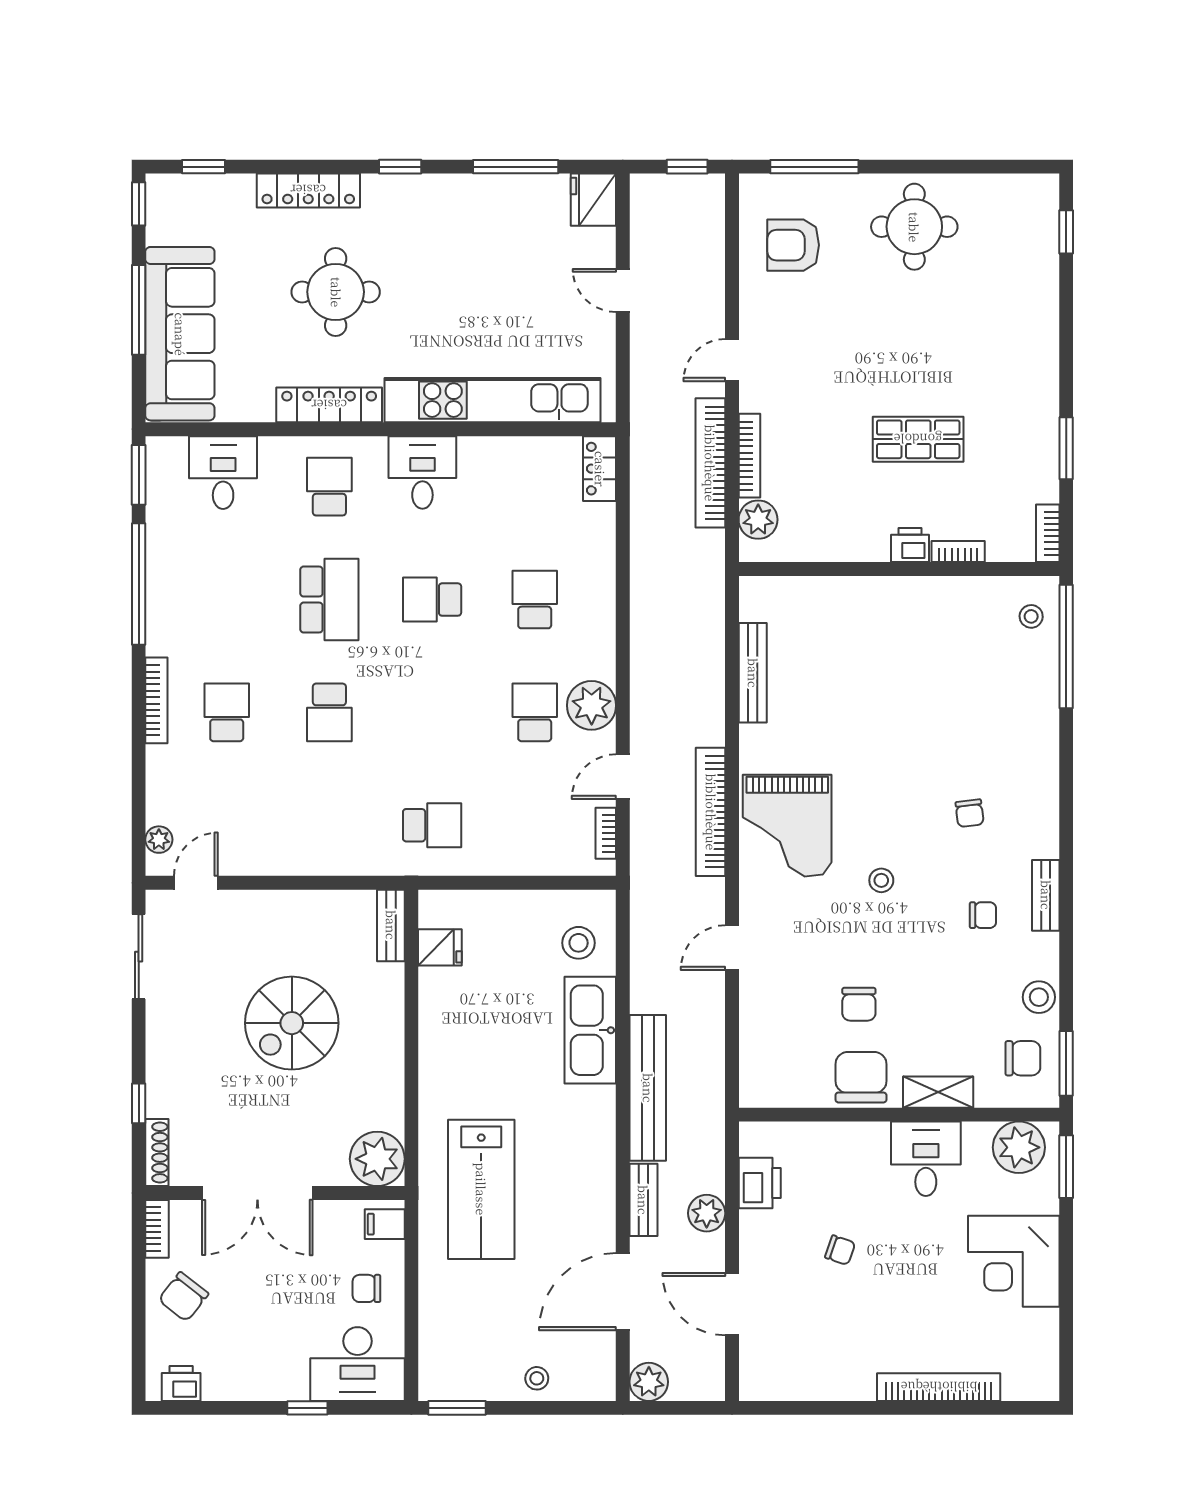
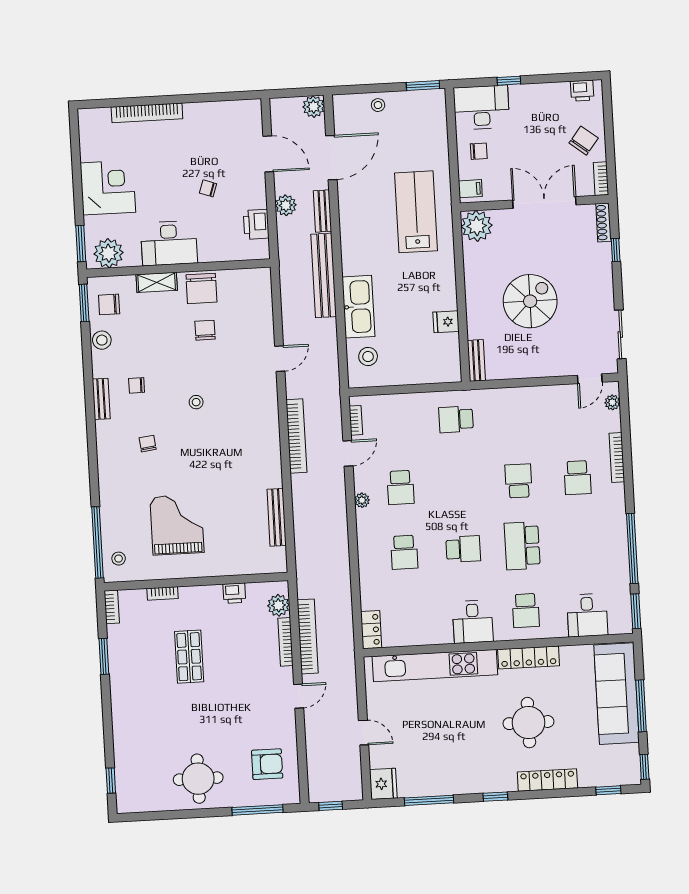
shop shelf: (918, 439) -> (189, 657), turned 90
printer: (910, 545) -> (234, 593), moved
bookcase: (156, 700) -> (617, 458), moved
plant: (592, 705) -> (362, 500), width x0.53, depth x0.53
grand piano: (787, 826) -> (177, 525), moved
fridge: (440, 947) -> (446, 322), moved
desk: (926, 1159) -> (169, 243), width x1.37

